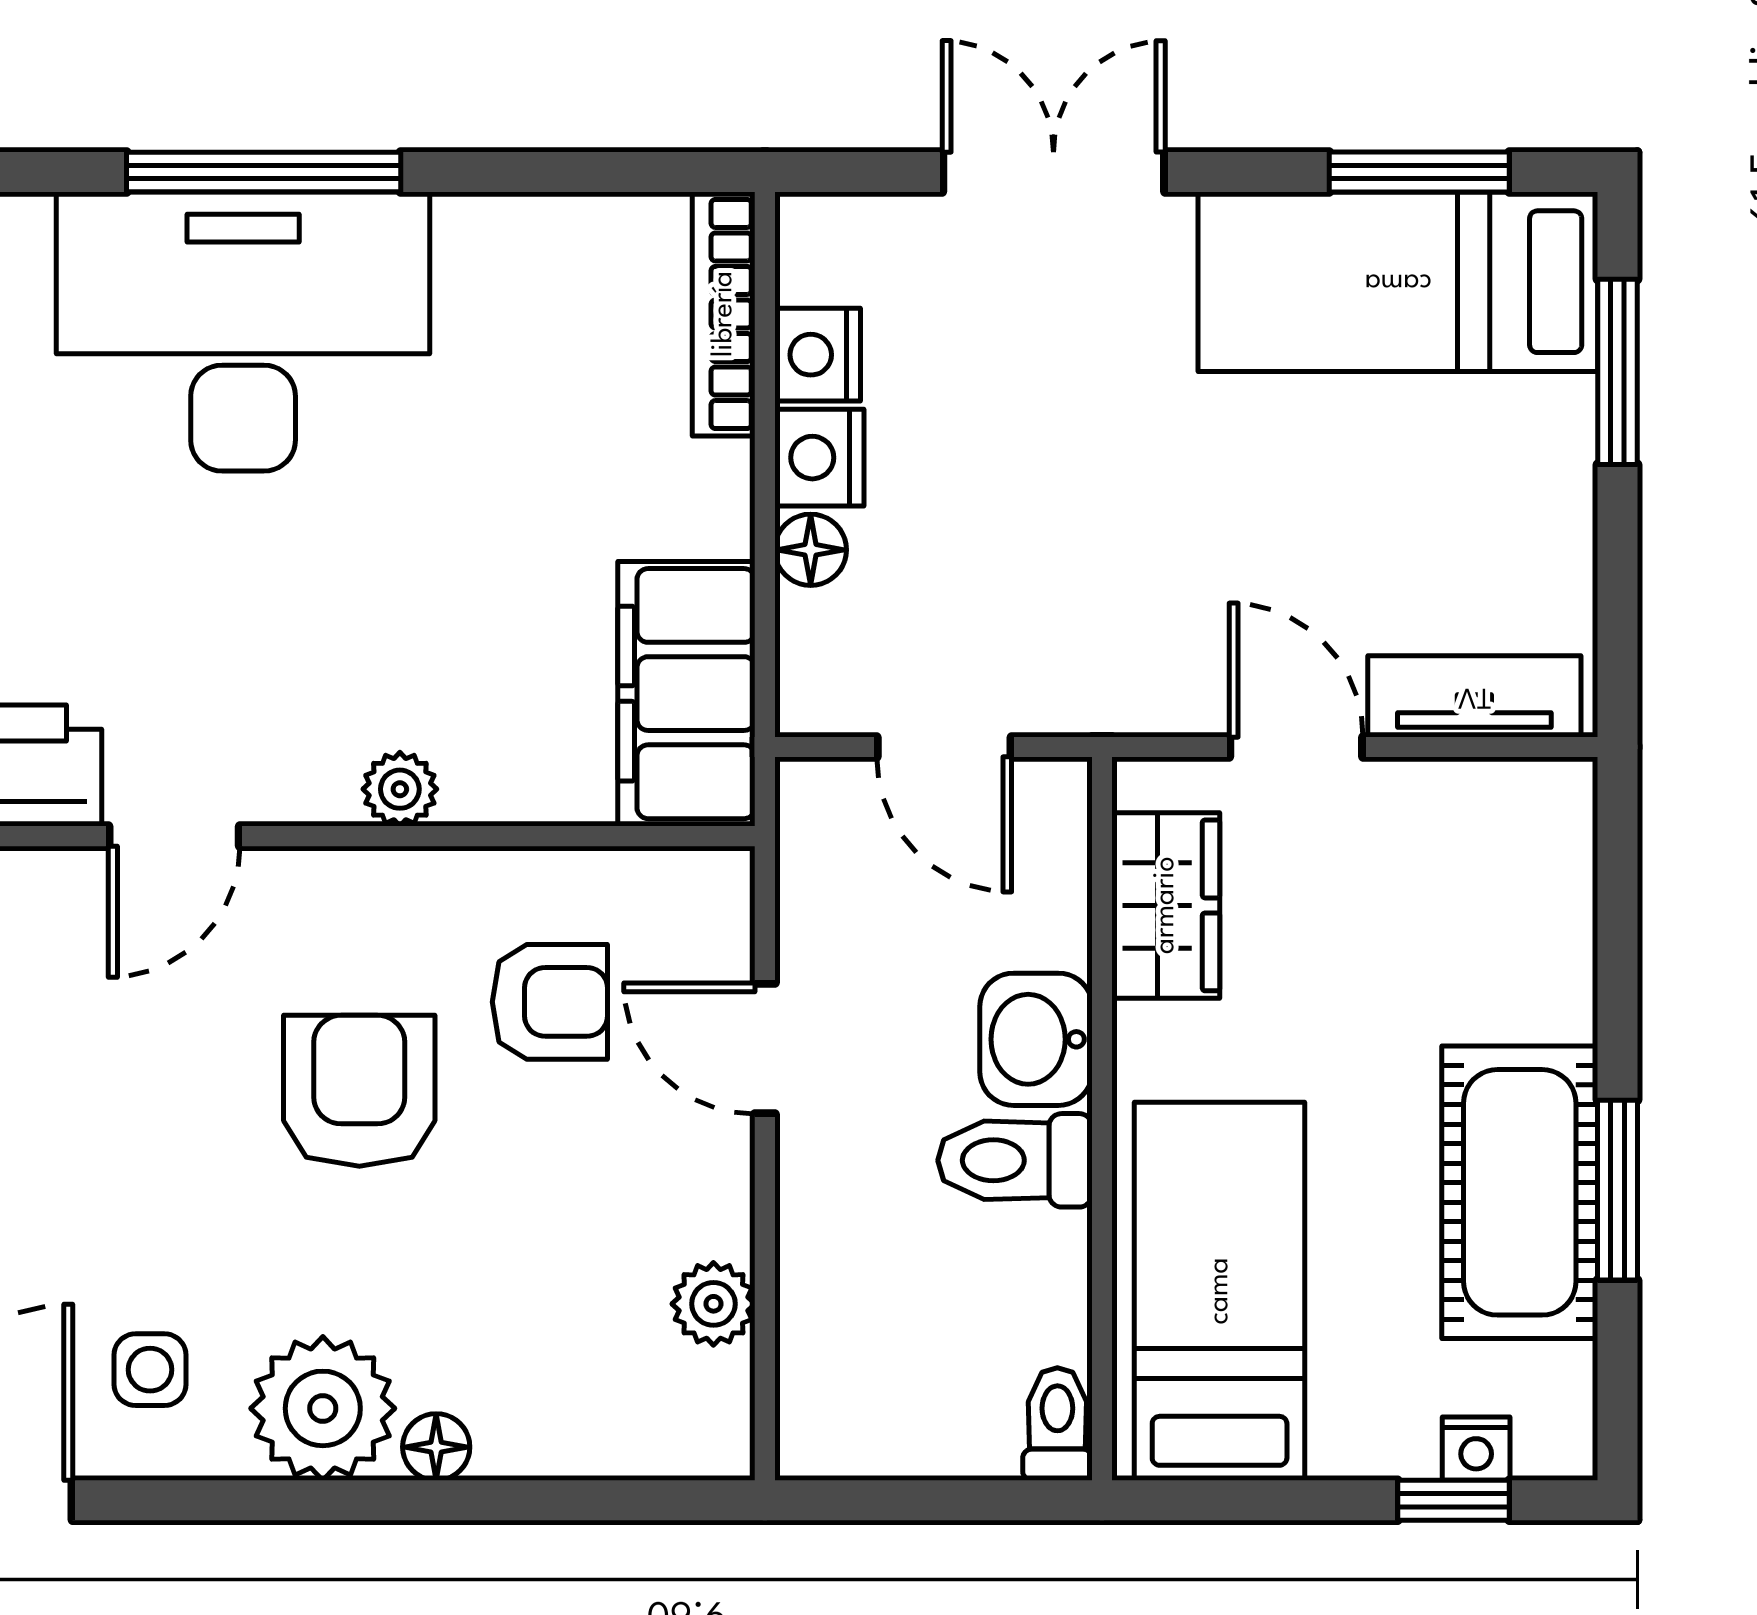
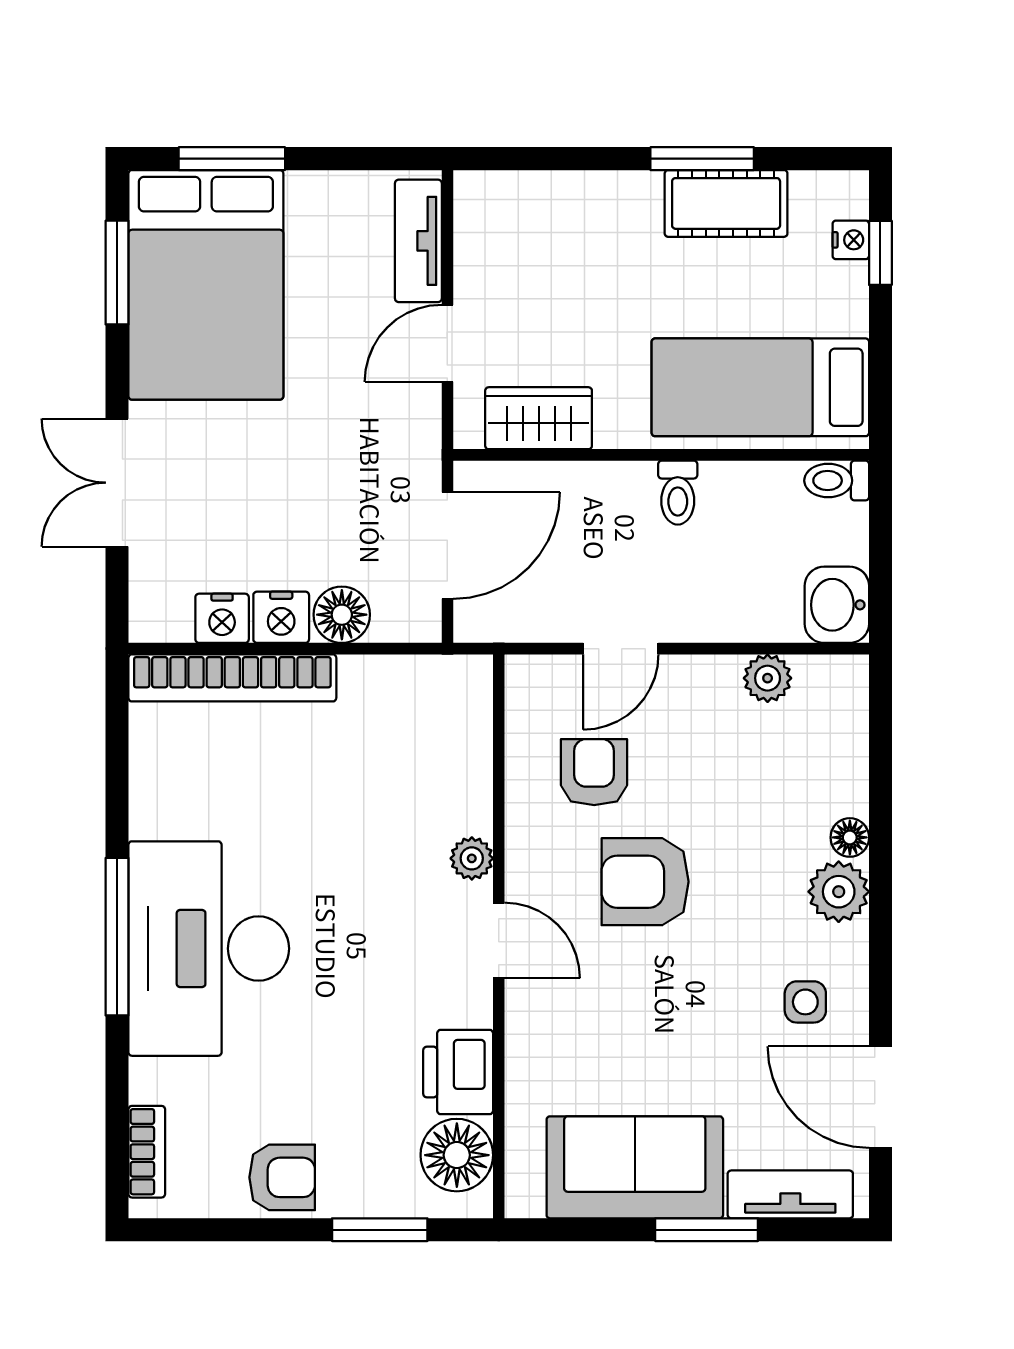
bed: (1398, 282) -> (206, 285), width x1.50
bookcase: (724, 314) -> (232, 678), width x1.48, depth x1.31
floor lamp: (811, 550) -> (342, 615), width x1.37, depth x1.37
filing cabinet: (686, 694) -> (417, 694), removed
door: (944, 747) -> (447, 546), width x1.38
door: (174, 836) -> (499, 940), moved
washbasin: (1036, 1039) -> (837, 605), moved, turned 90
toilet: (1015, 1160) -> (678, 493), width x0.73, depth x0.72
cot: (1520, 1192) -> (726, 203), width x0.73, depth x0.75
plant: (323, 1408) -> (839, 892), width x0.73, depth x0.73

